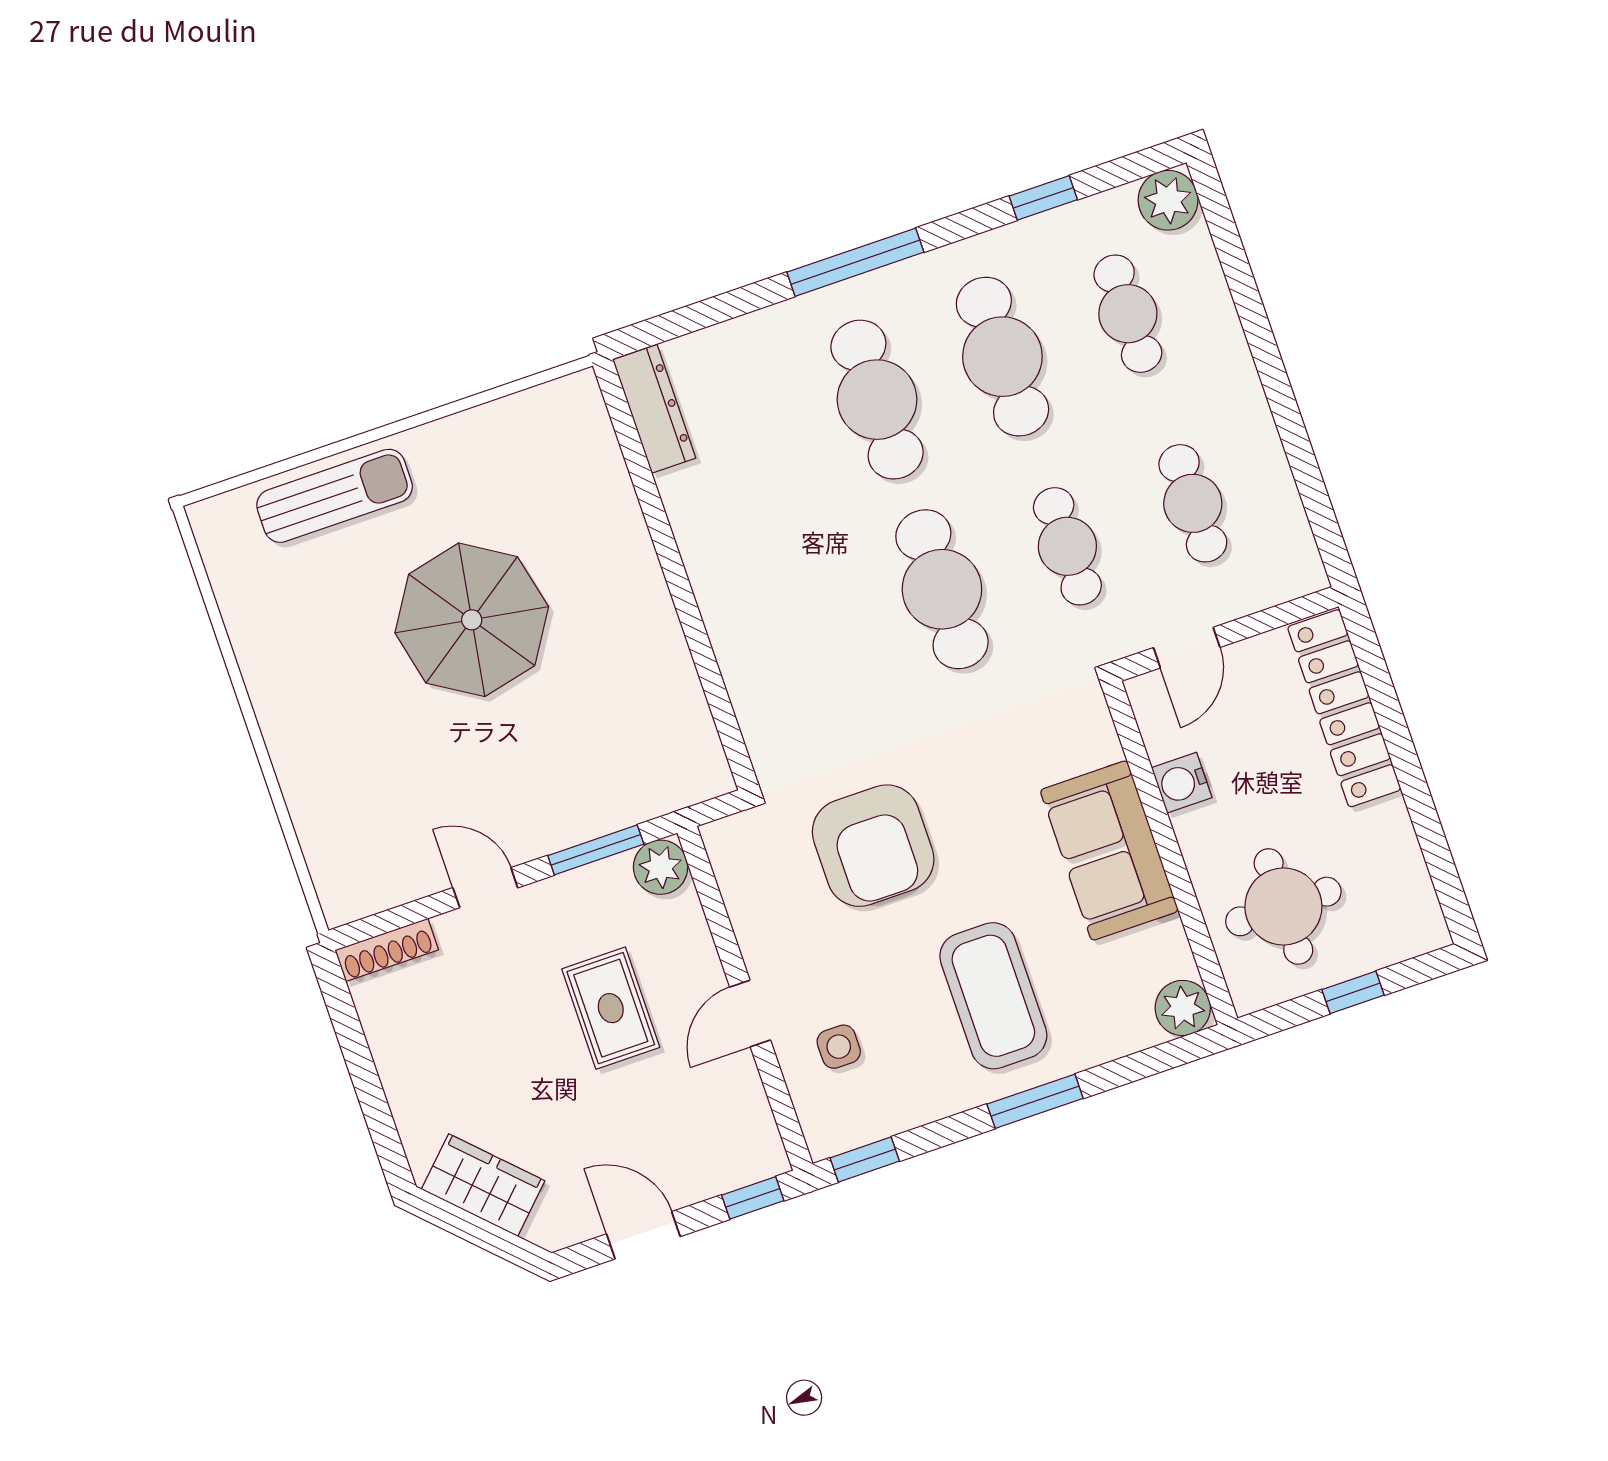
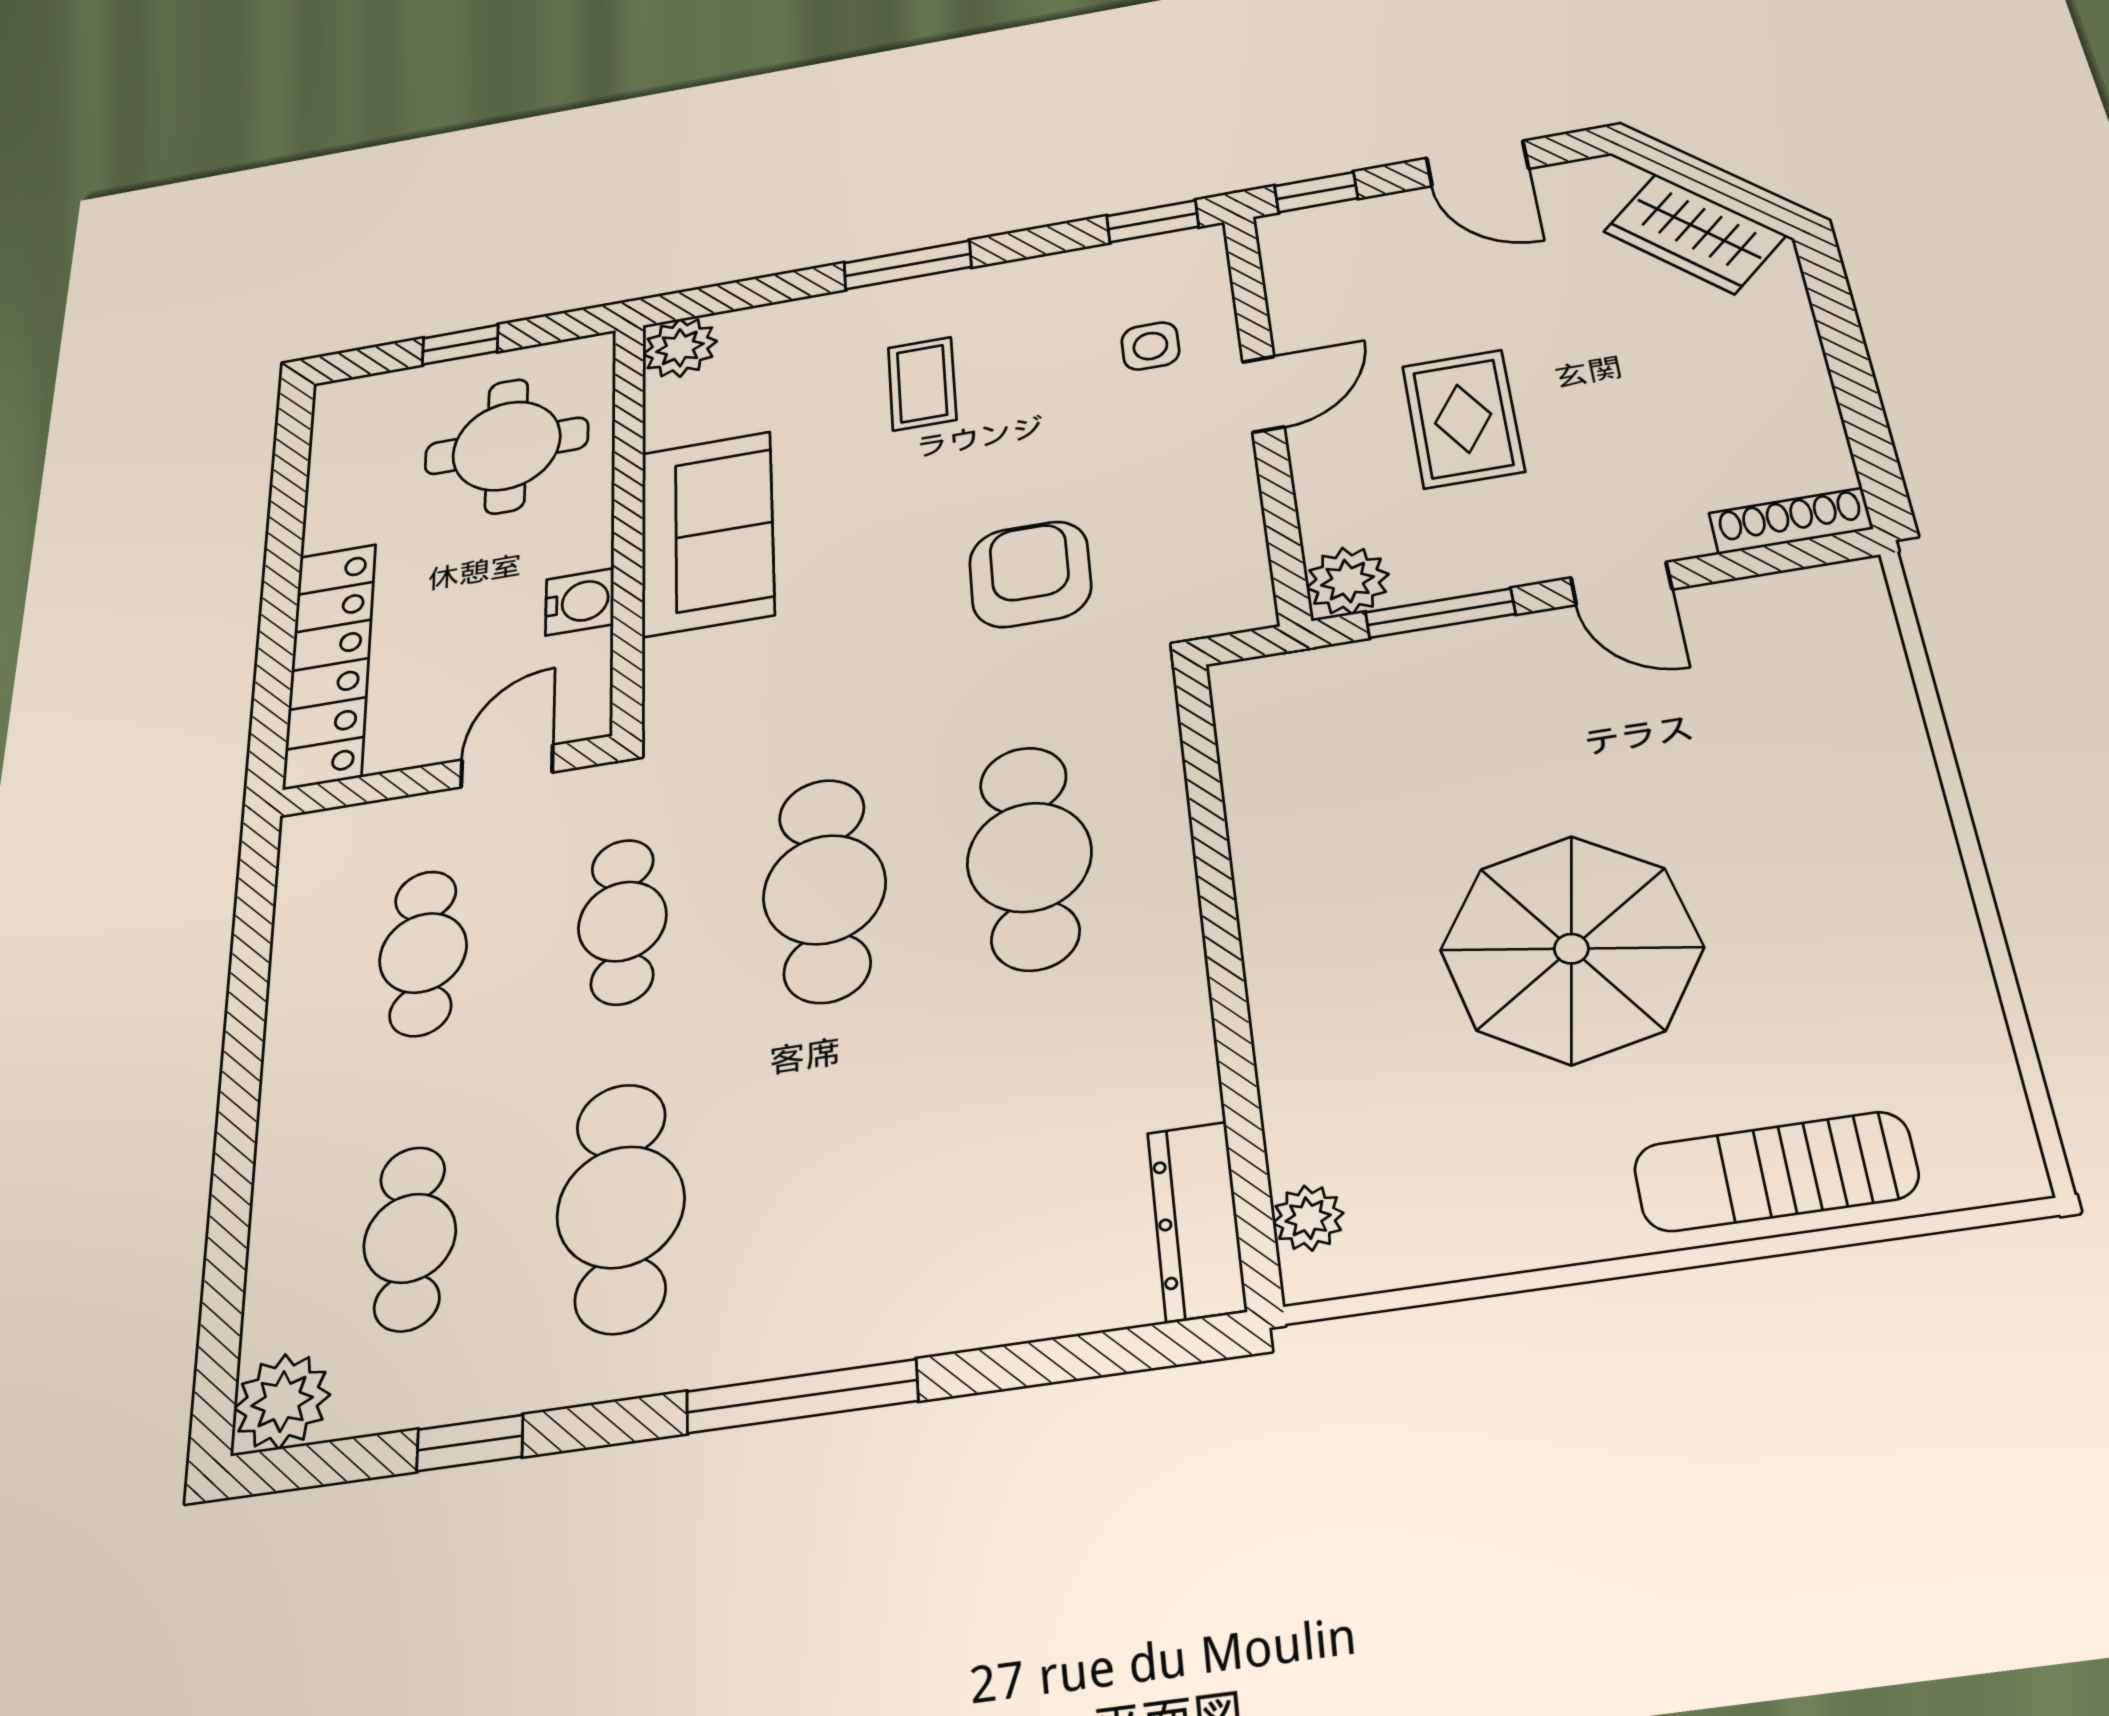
cafe table: (877, 400) -> (1029, 857), moved
plant: (590, 422) -> (1308, 1218), added
armchair: (873, 846) -> (1030, 574), width x0.73, depth x0.73
coffee table: (993, 996) -> (922, 384), width x0.54, depth x0.58

